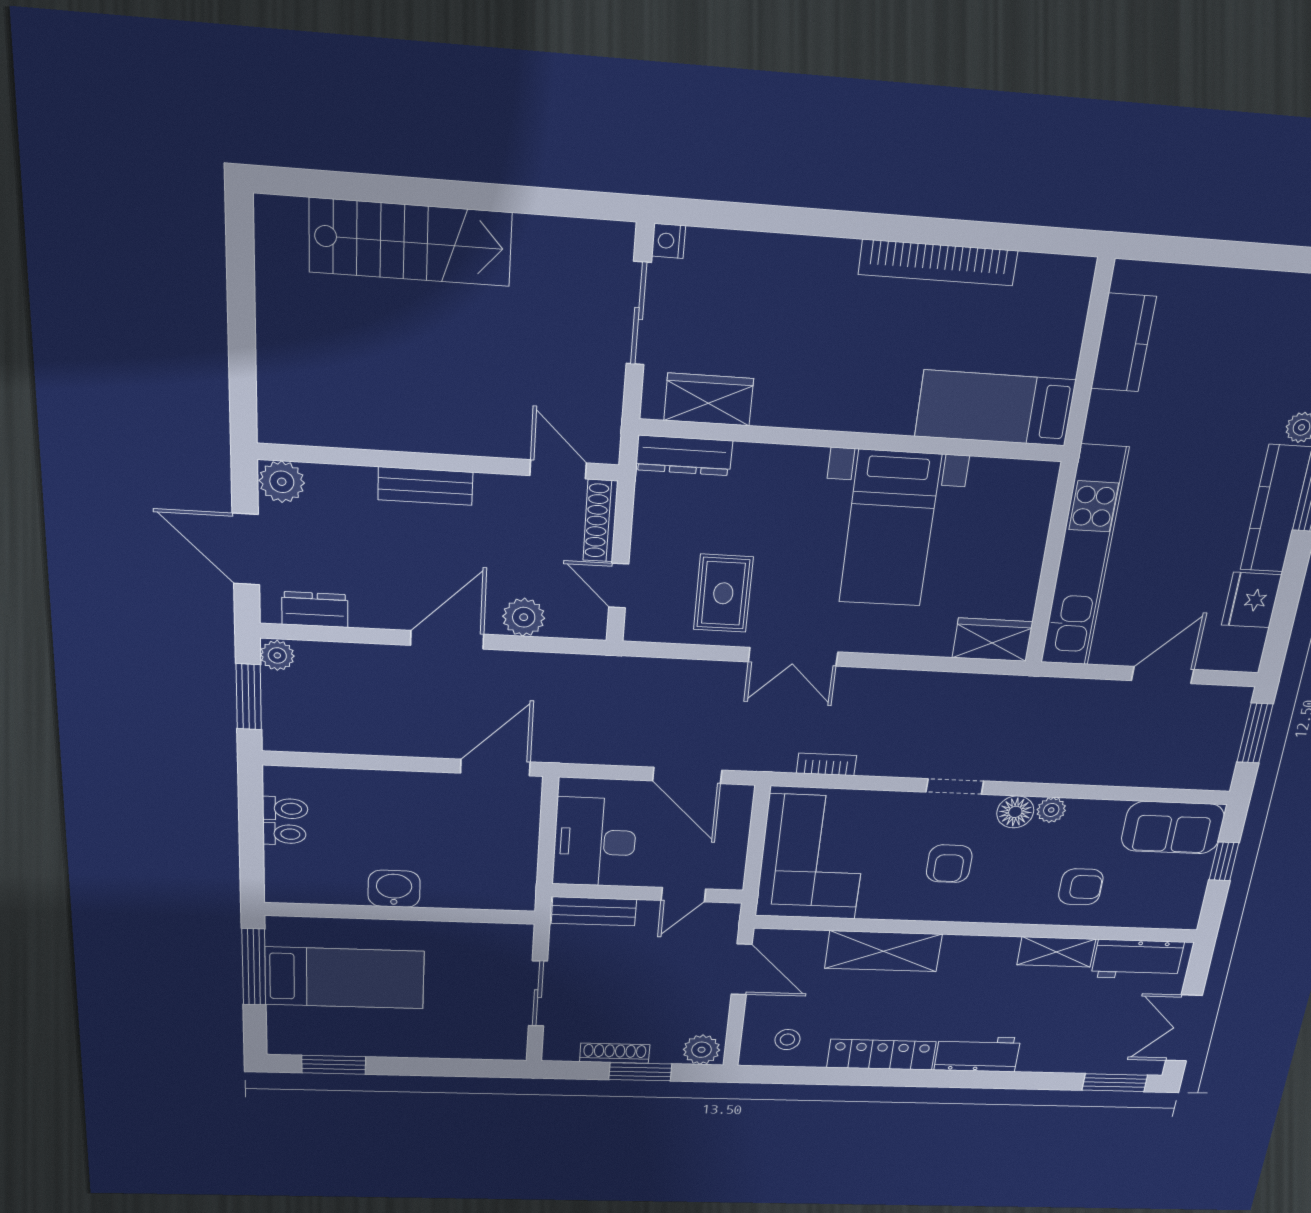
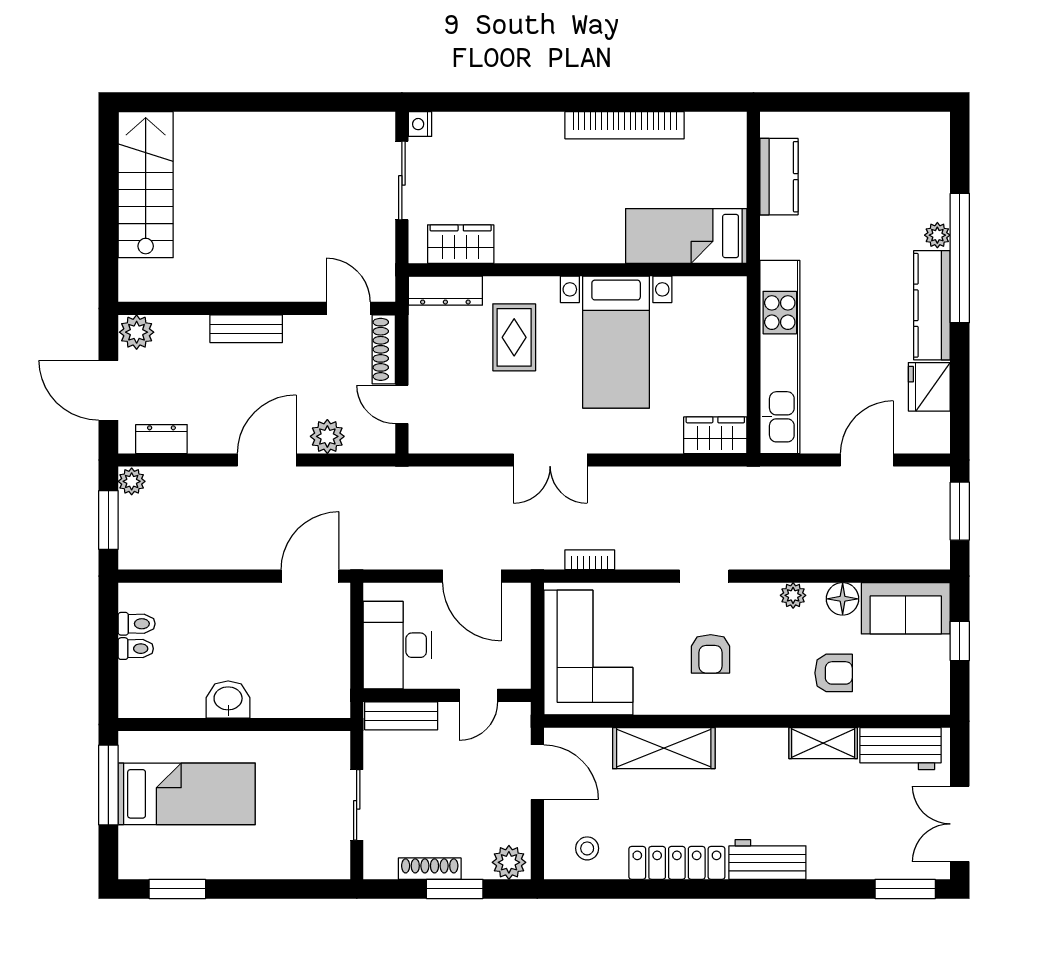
stairs: (411, 242) -> (146, 185), moved, turned -90
rug: (723, 593) -> (514, 337), moved
floor lamp: (1015, 812) -> (843, 599), moved

